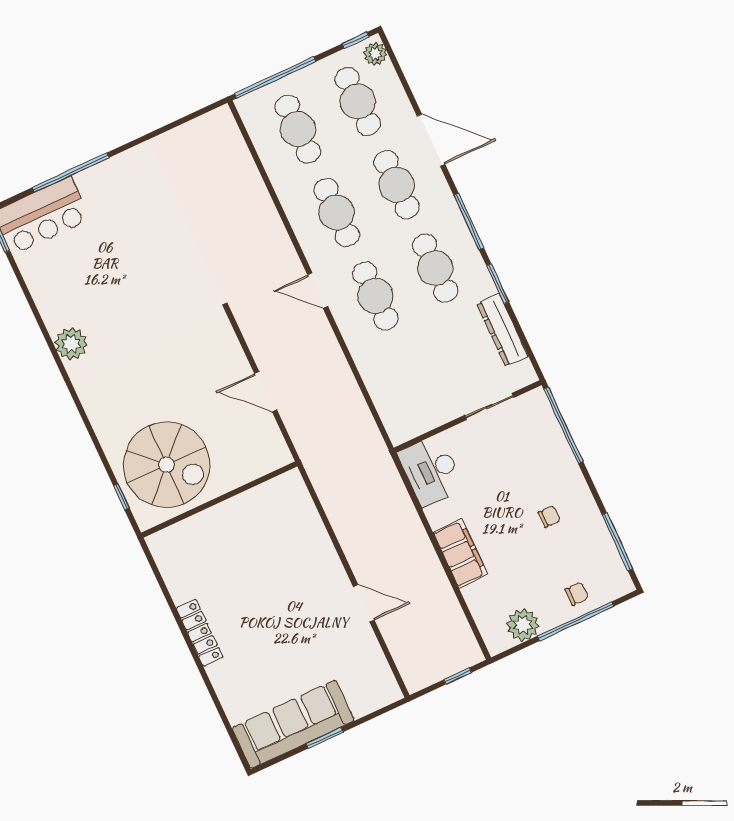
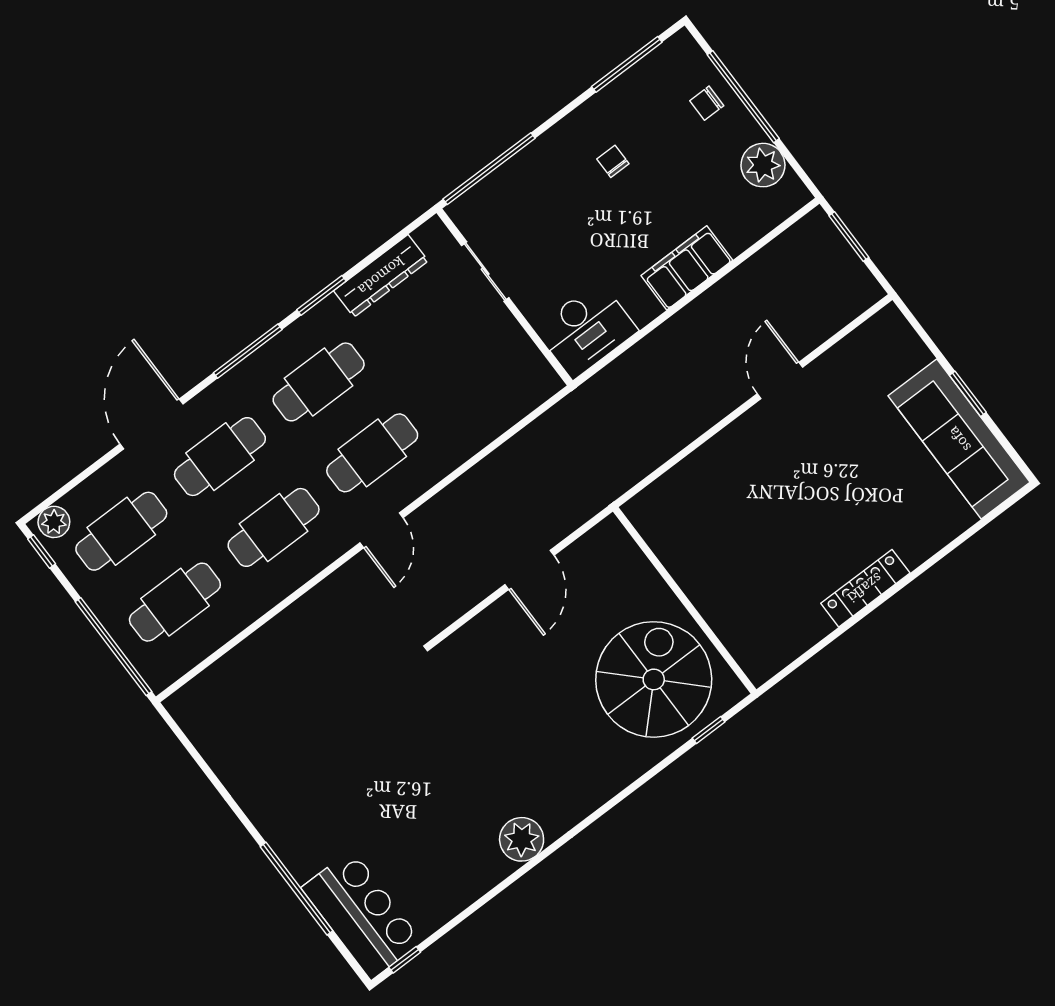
chair: (577, 594) -> (707, 103), turned -90
window: (458, 676) -> (849, 236), width x1.50

